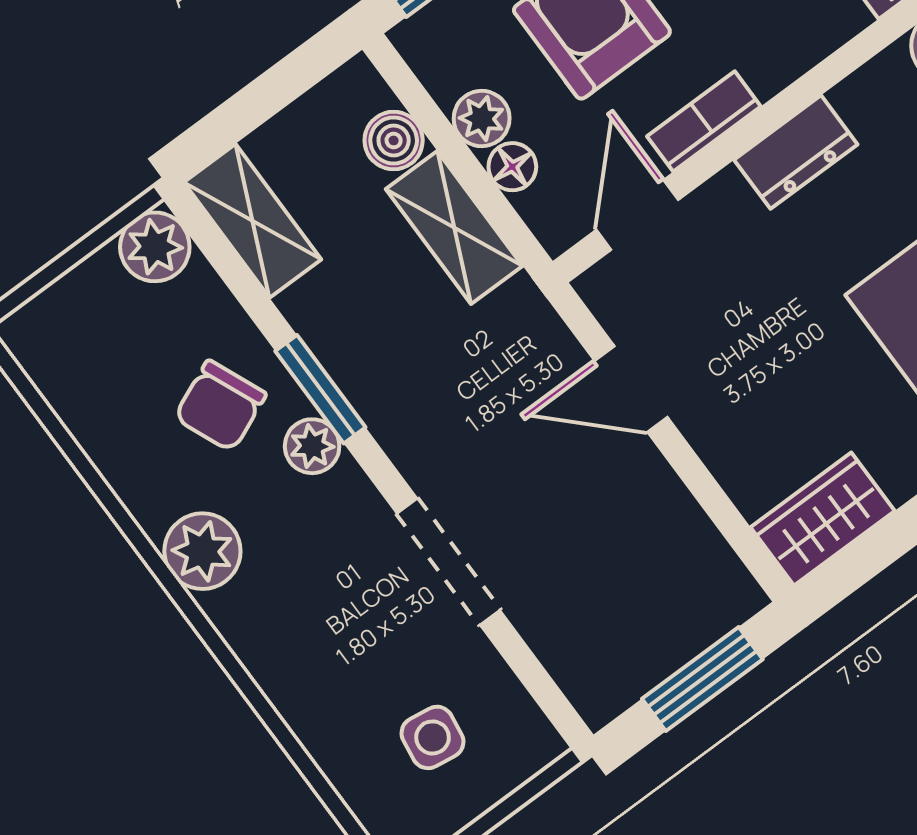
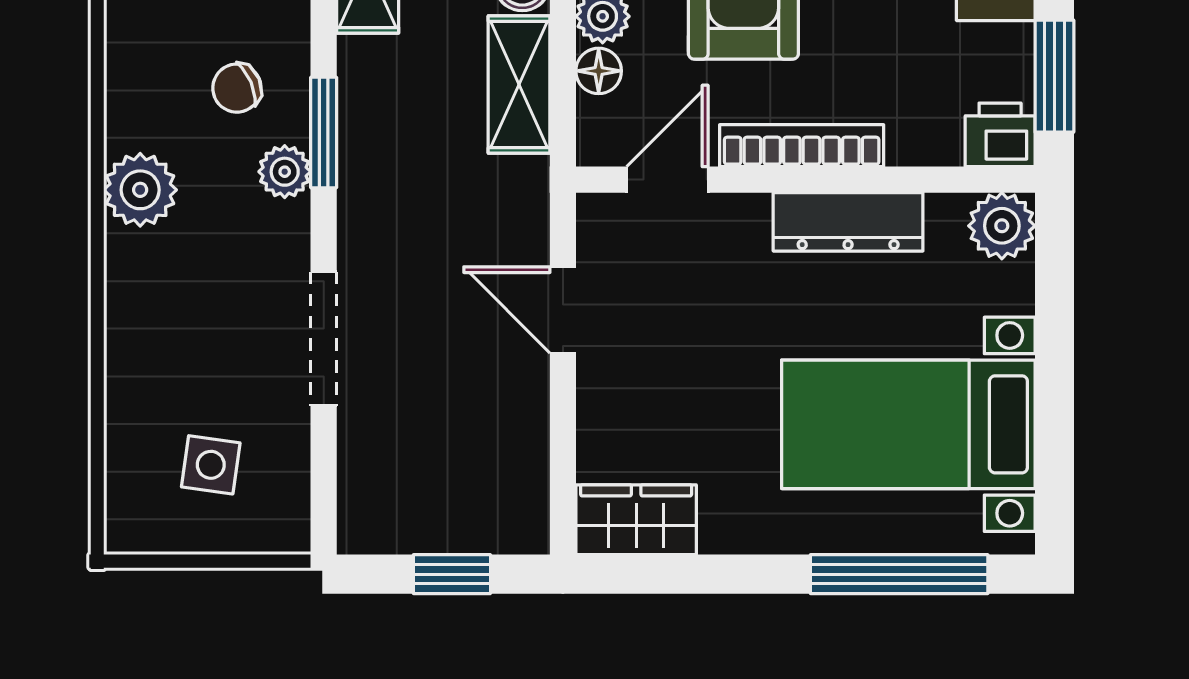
bookcase: (704, 121) -> (802, 146), width x1.56
dresser: (796, 152) -> (848, 222), width x1.44
chair: (220, 406) -> (237, 88), width x0.73, depth x0.73
window: (702, 679) -> (452, 574), width x0.67

